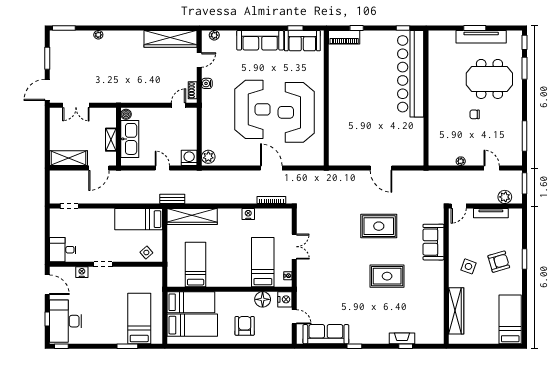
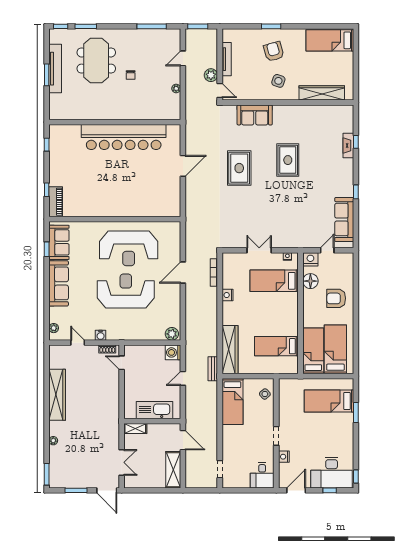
wardrobe: (171, 39) -> (57, 395), moved
bar counter: (411, 74) -> (124, 137), moved
boiler: (126, 114) -> (130, 414), removed
shelving: (111, 140) -> (135, 428), moved
plant: (505, 197) -> (211, 75), moved

